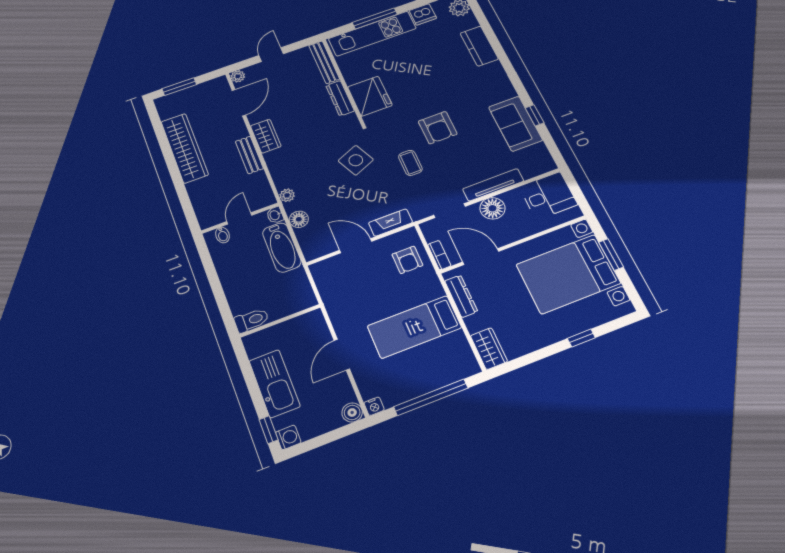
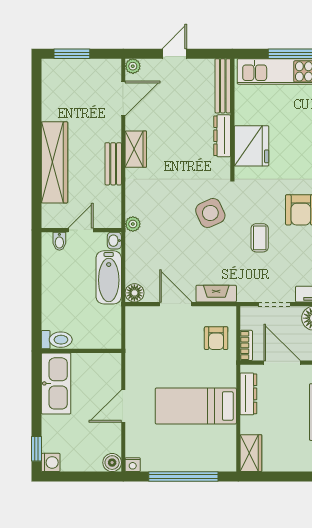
wardrobe: (185, 148) -> (55, 162), moved
floor lamp: (299, 219) -> (134, 293), moved
kitchen sink: (275, 384) -> (56, 383), moved

